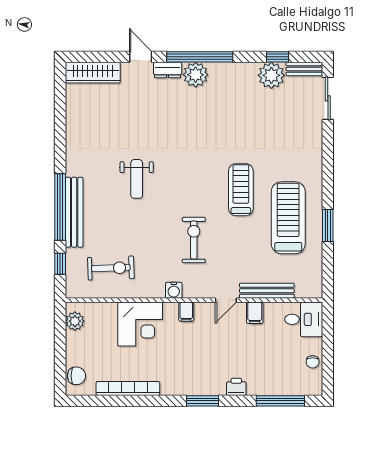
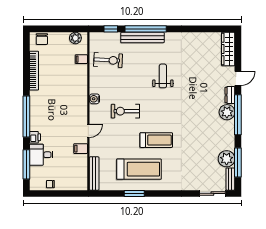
window: (277, 57) -> (238, 163), width x2.17
weight bench: (137, 179) -> (163, 76), turned 90
exercise bike: (194, 240) -> (125, 111), turned 180
exercise bike: (111, 268) -> (108, 60), turned -85
bench: (267, 291) -> (94, 174), moved
door: (226, 300) -> (88, 131), swing flipped
filing cabinet: (186, 312) -> (81, 59), moved
desk: (304, 319) -> (41, 155), moved, turned 90
corner desk: (140, 324) -> (74, 78), removed
window: (202, 401) -> (26, 116), width x2.11

